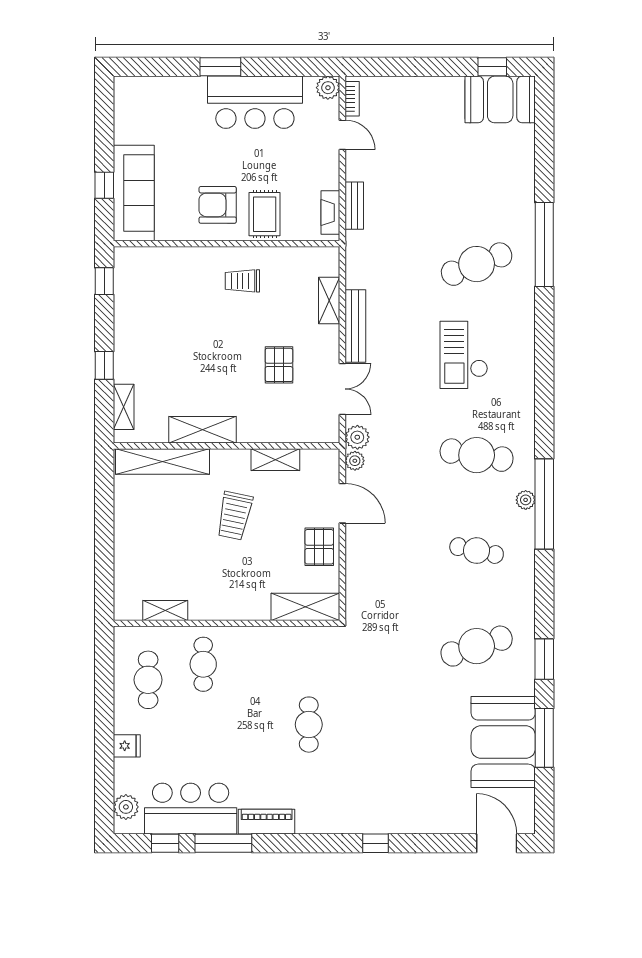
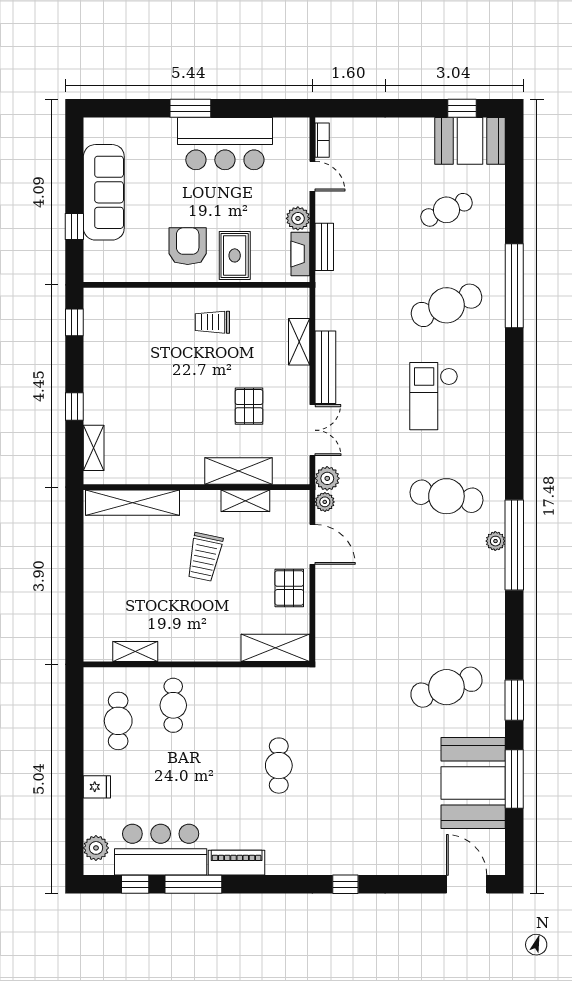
plant: (328, 88) -> (298, 218), moved
sofa: (134, 193) -> (104, 192), moved
armchair: (218, 205) -> (188, 246), turned 90
shelving: (202, 430) -> (239, 471), moved
cafe table: (477, 551) -> (446, 210), moved, turned -36

